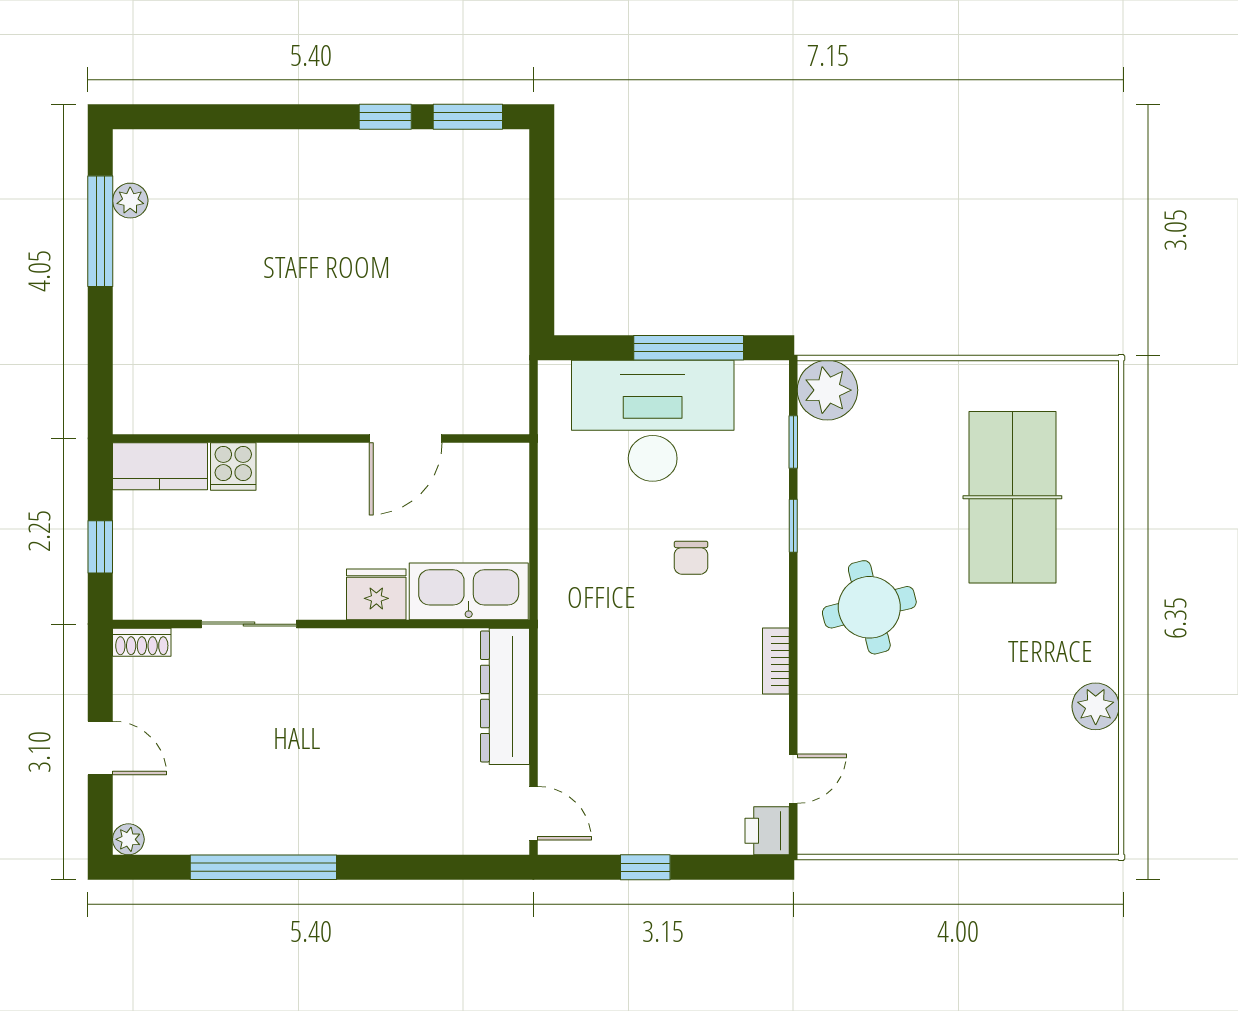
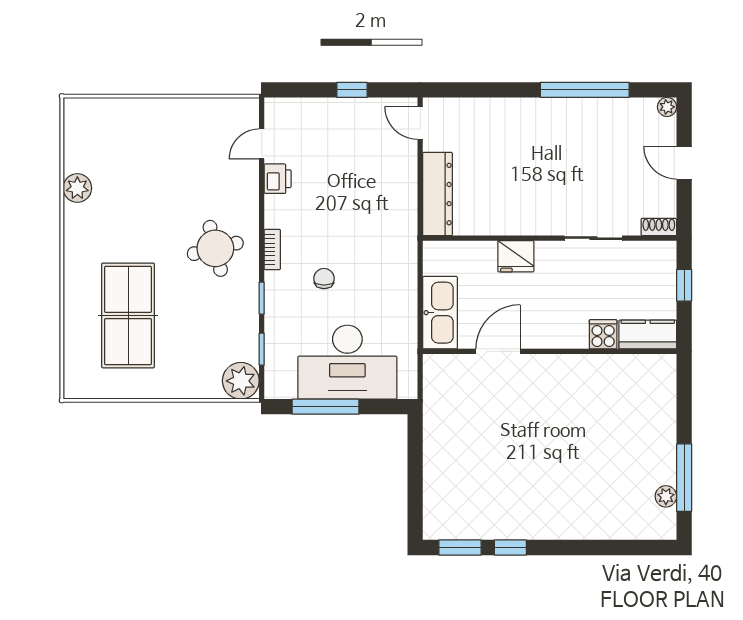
kitchen sink: (469, 591) -> (440, 313), moved, turned -90
bookcase: (776, 661) -> (272, 250), moved
printer: (767, 831) -> (278, 179), moved

